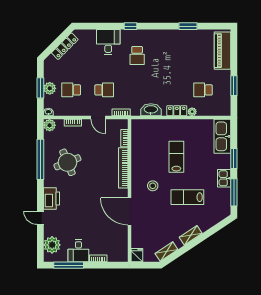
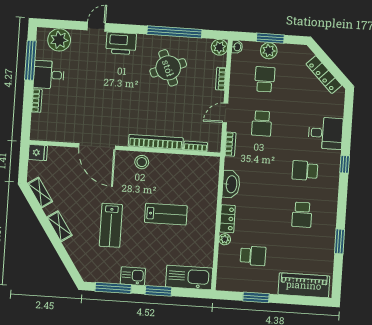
school desk: (170, 56) -> (302, 215), added
school desk: (203, 90) -> (253, 256), turned 90
stool: (153, 186) -> (142, 162), moved
lab bench: (187, 197) -> (111, 225), turned 180
door: (130, 211) -> (97, 147), swing flipped

